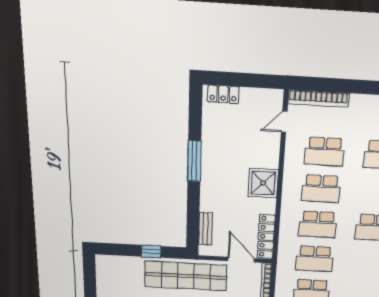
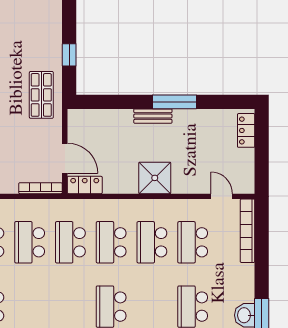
bench: (205, 229) -> (153, 116), moved
locker: (266, 237) -> (85, 185), width x0.66
door: (241, 260) -> (65, 158), hinge flipped
shop shelf: (186, 276) -> (41, 95), width x0.50, depth x0.74

